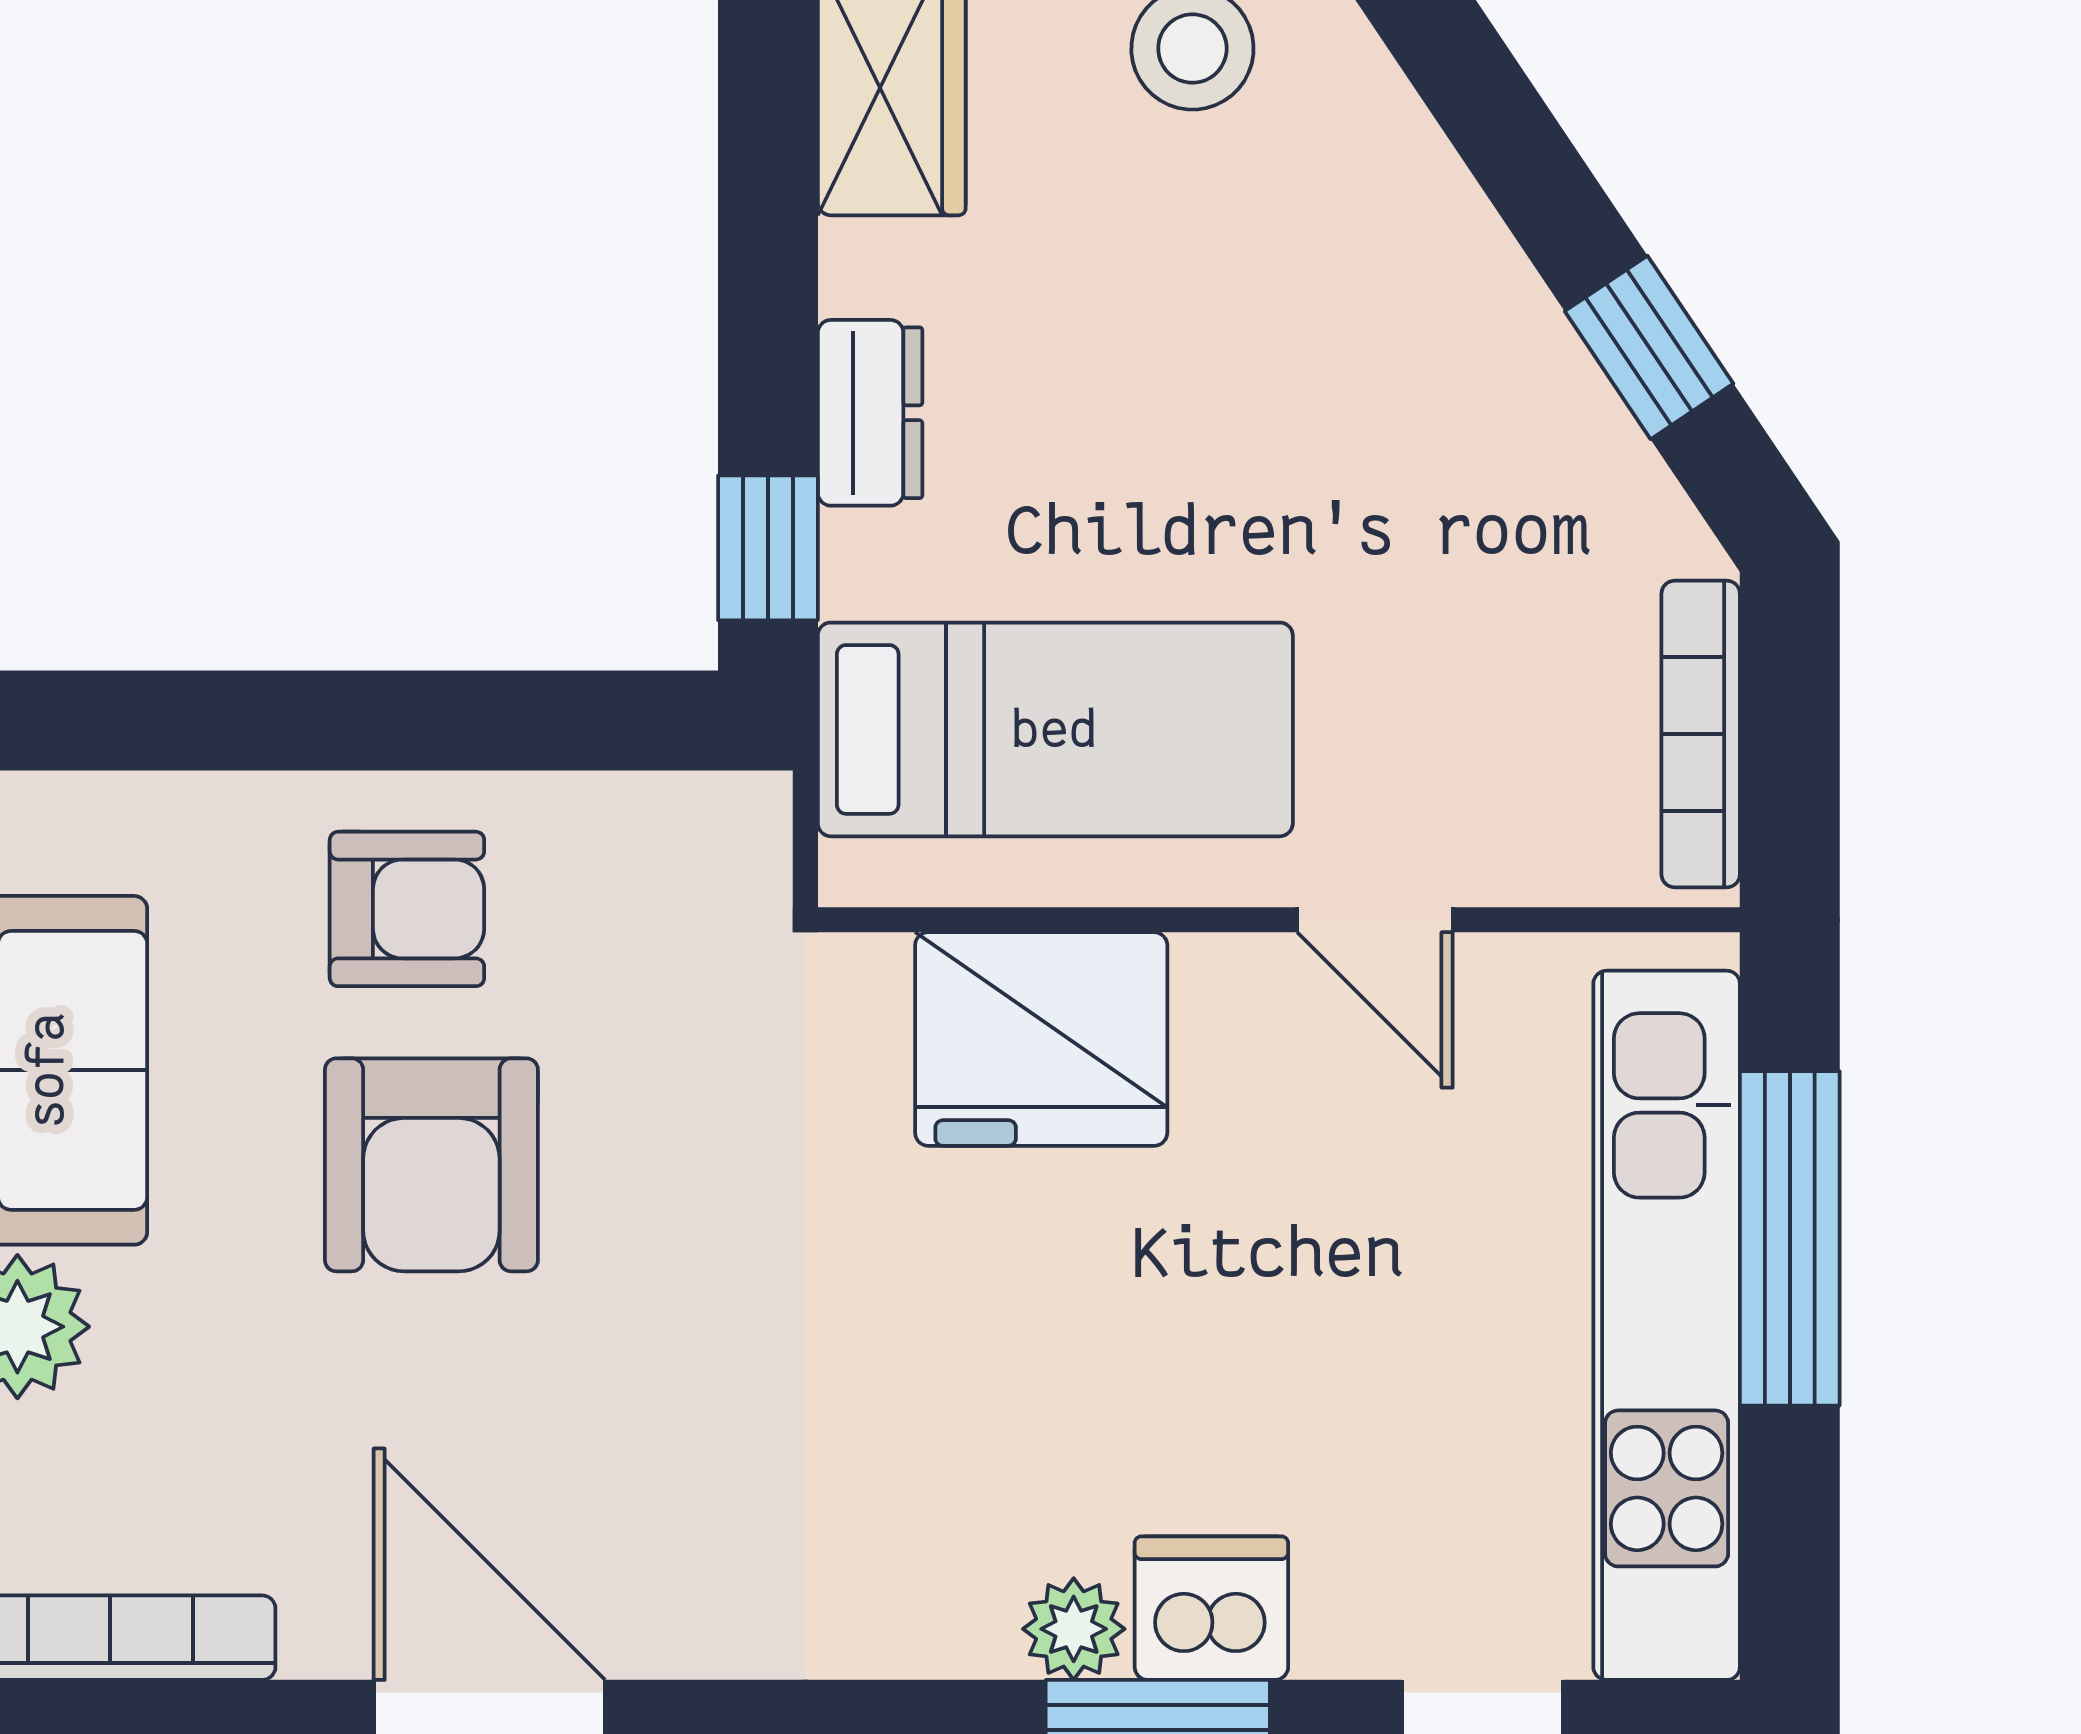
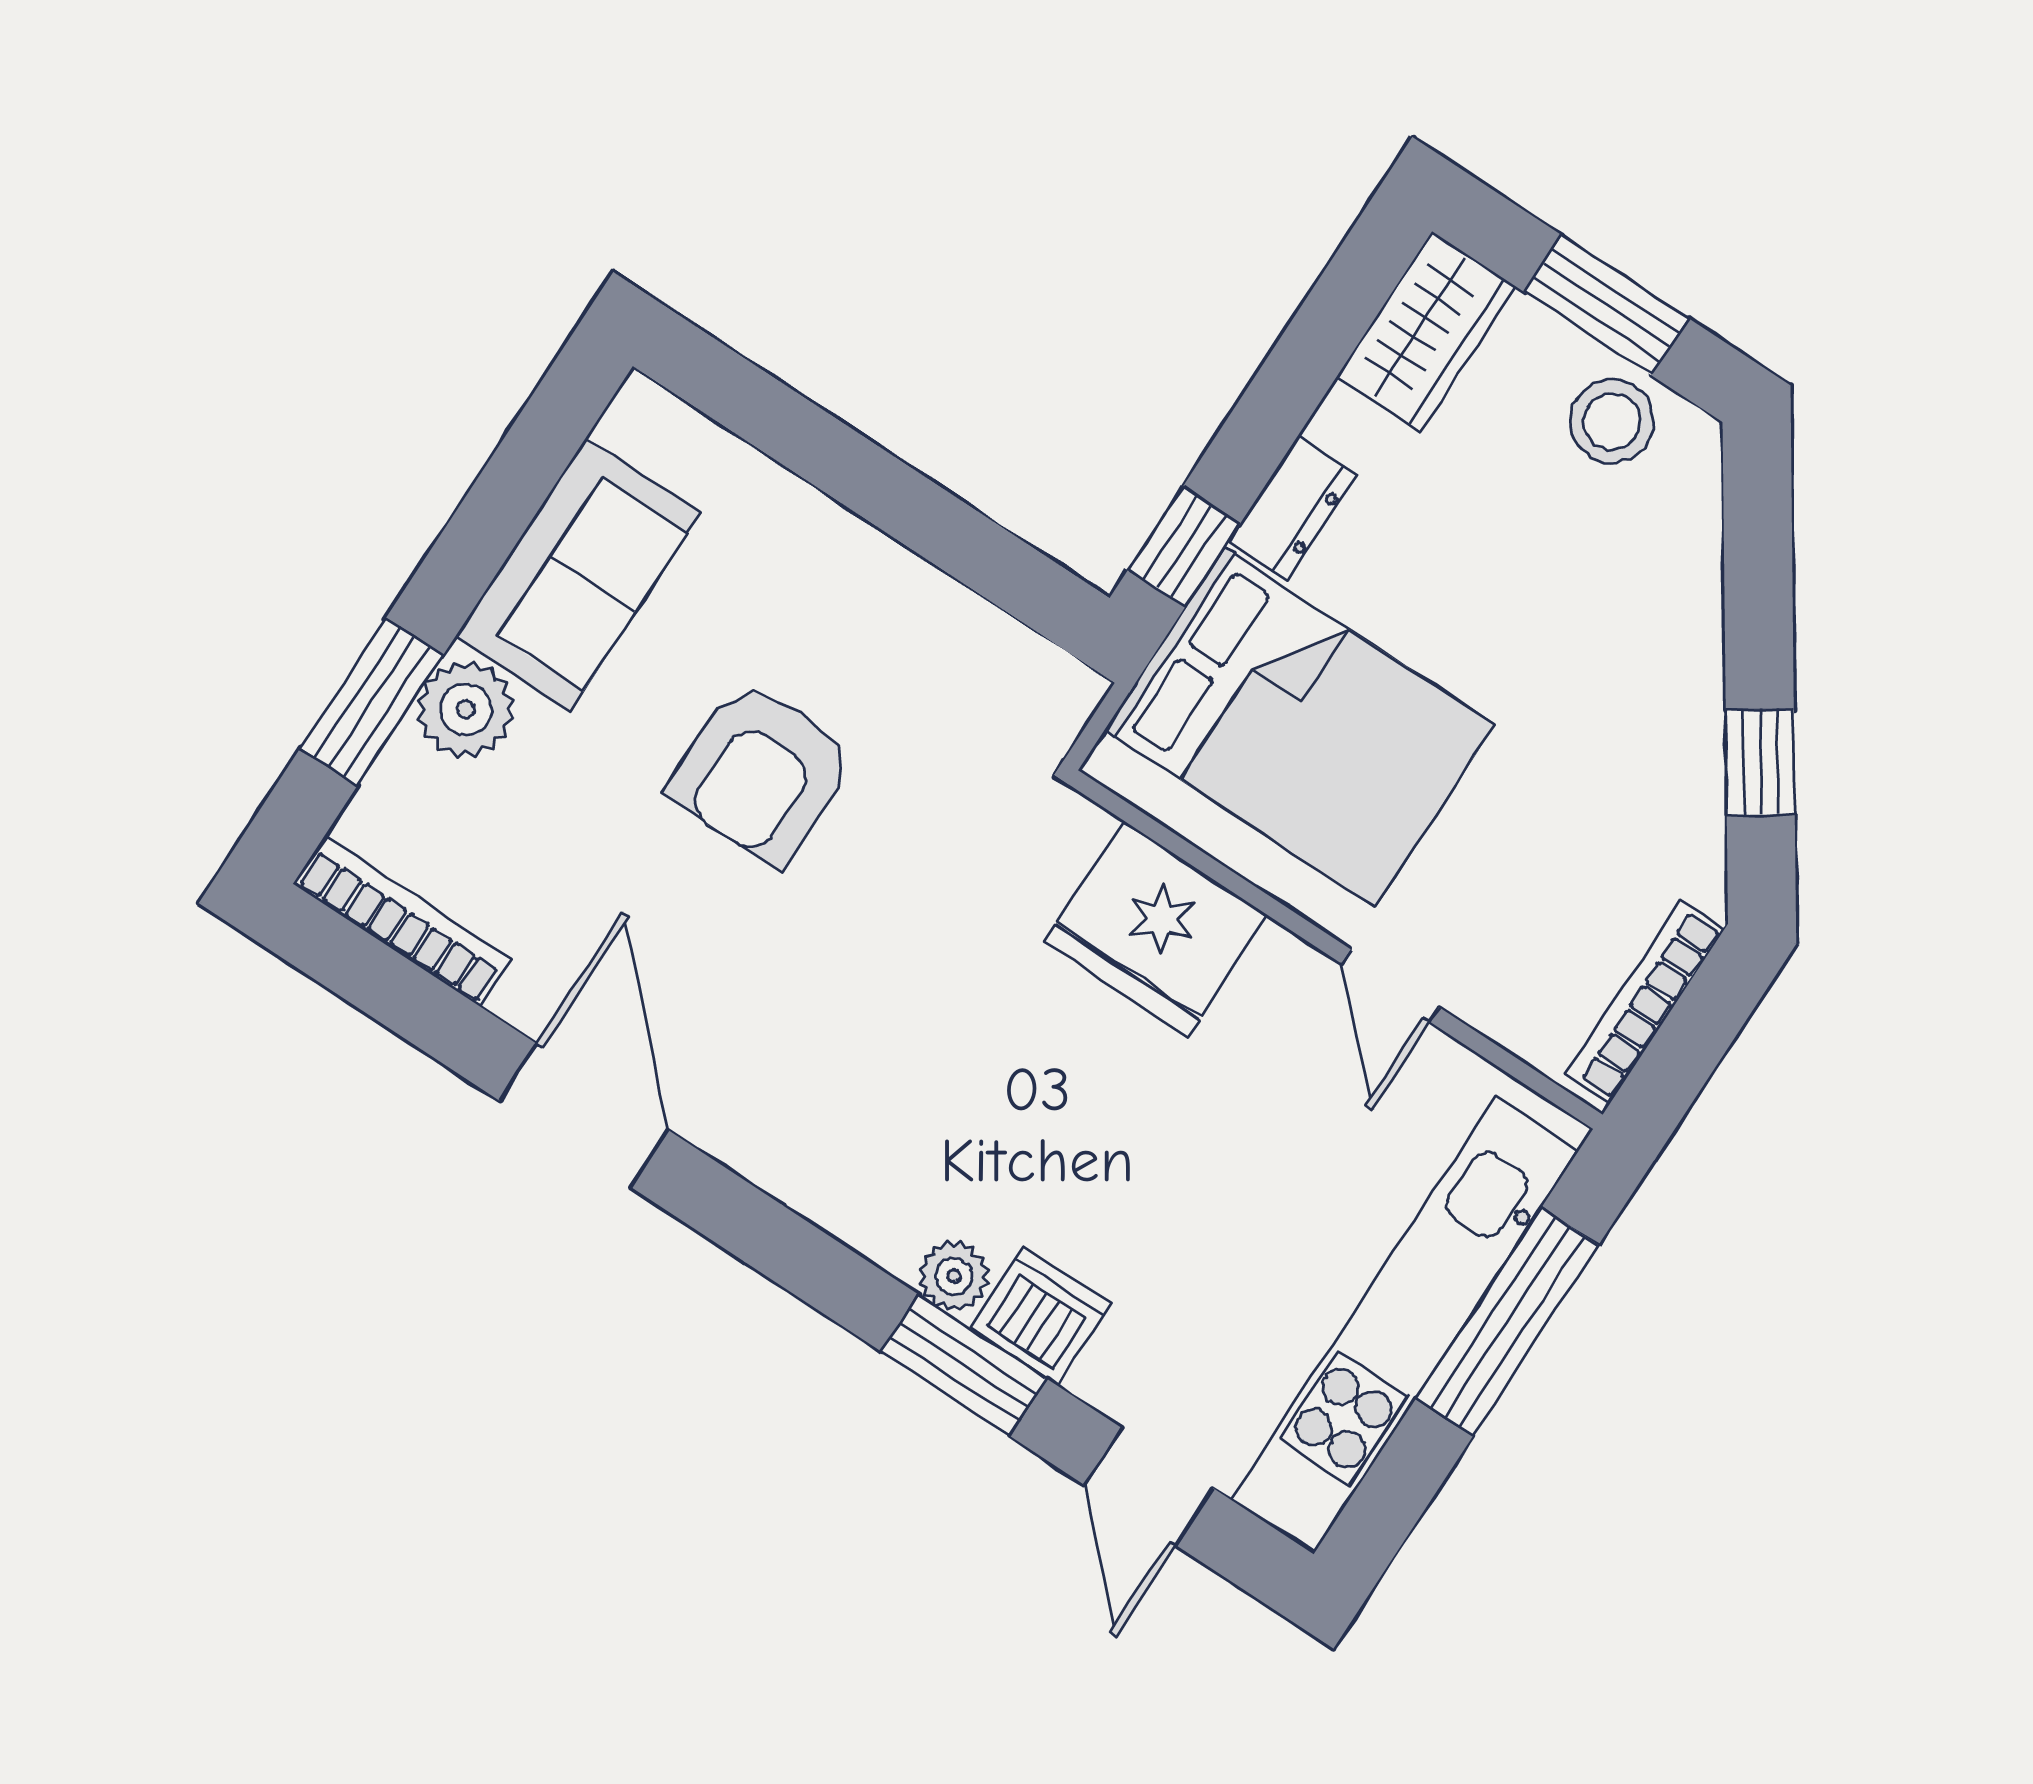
bed: (1055, 729) -> (1300, 727), width x1.50
armchair: (407, 909) -> (844, 617), removed

